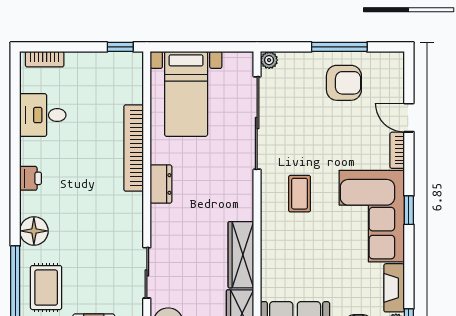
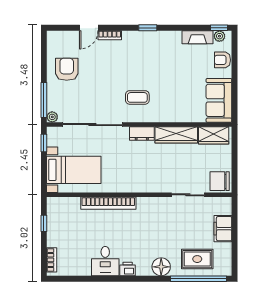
window: (120, 47) -> (44, 223), moved
window: (228, 47) -> (44, 143), added
window: (339, 47) -> (44, 100), moved
desk: (43, 115) -> (105, 261), moved
dresser: (161, 184) -> (142, 134), moved, turned 180
corner sofa: (372, 216) -> (152, 51), removed

